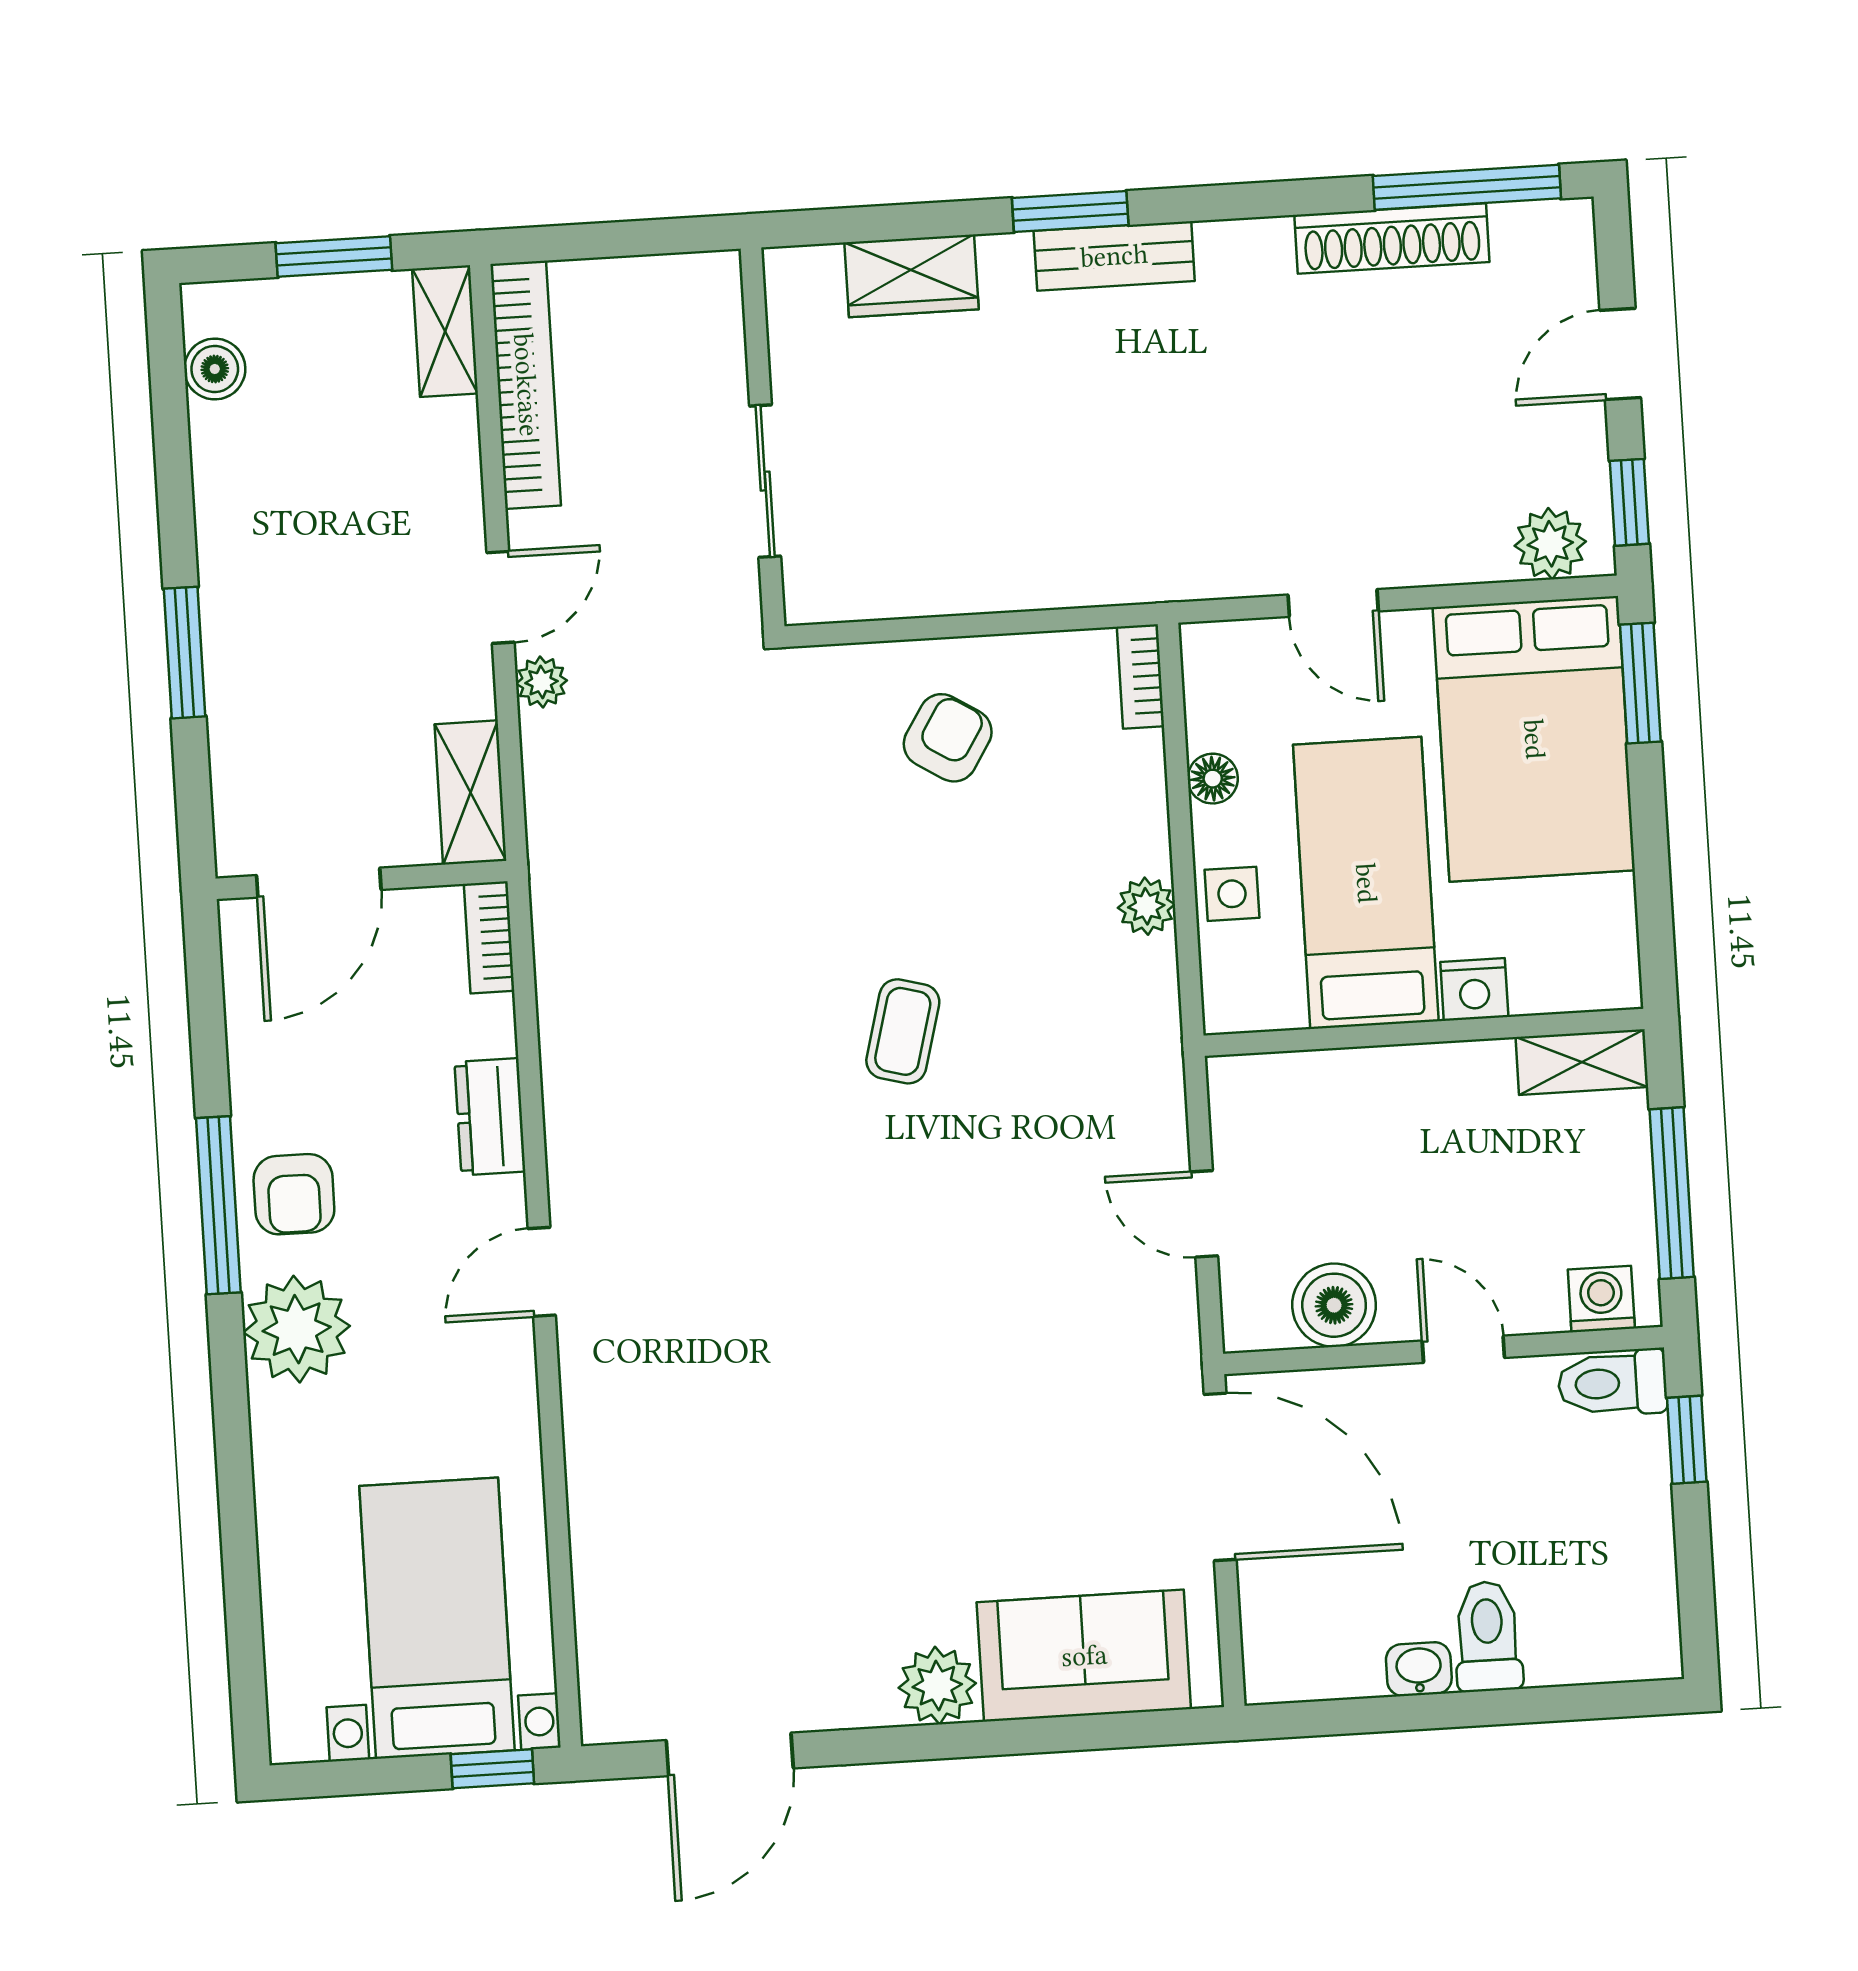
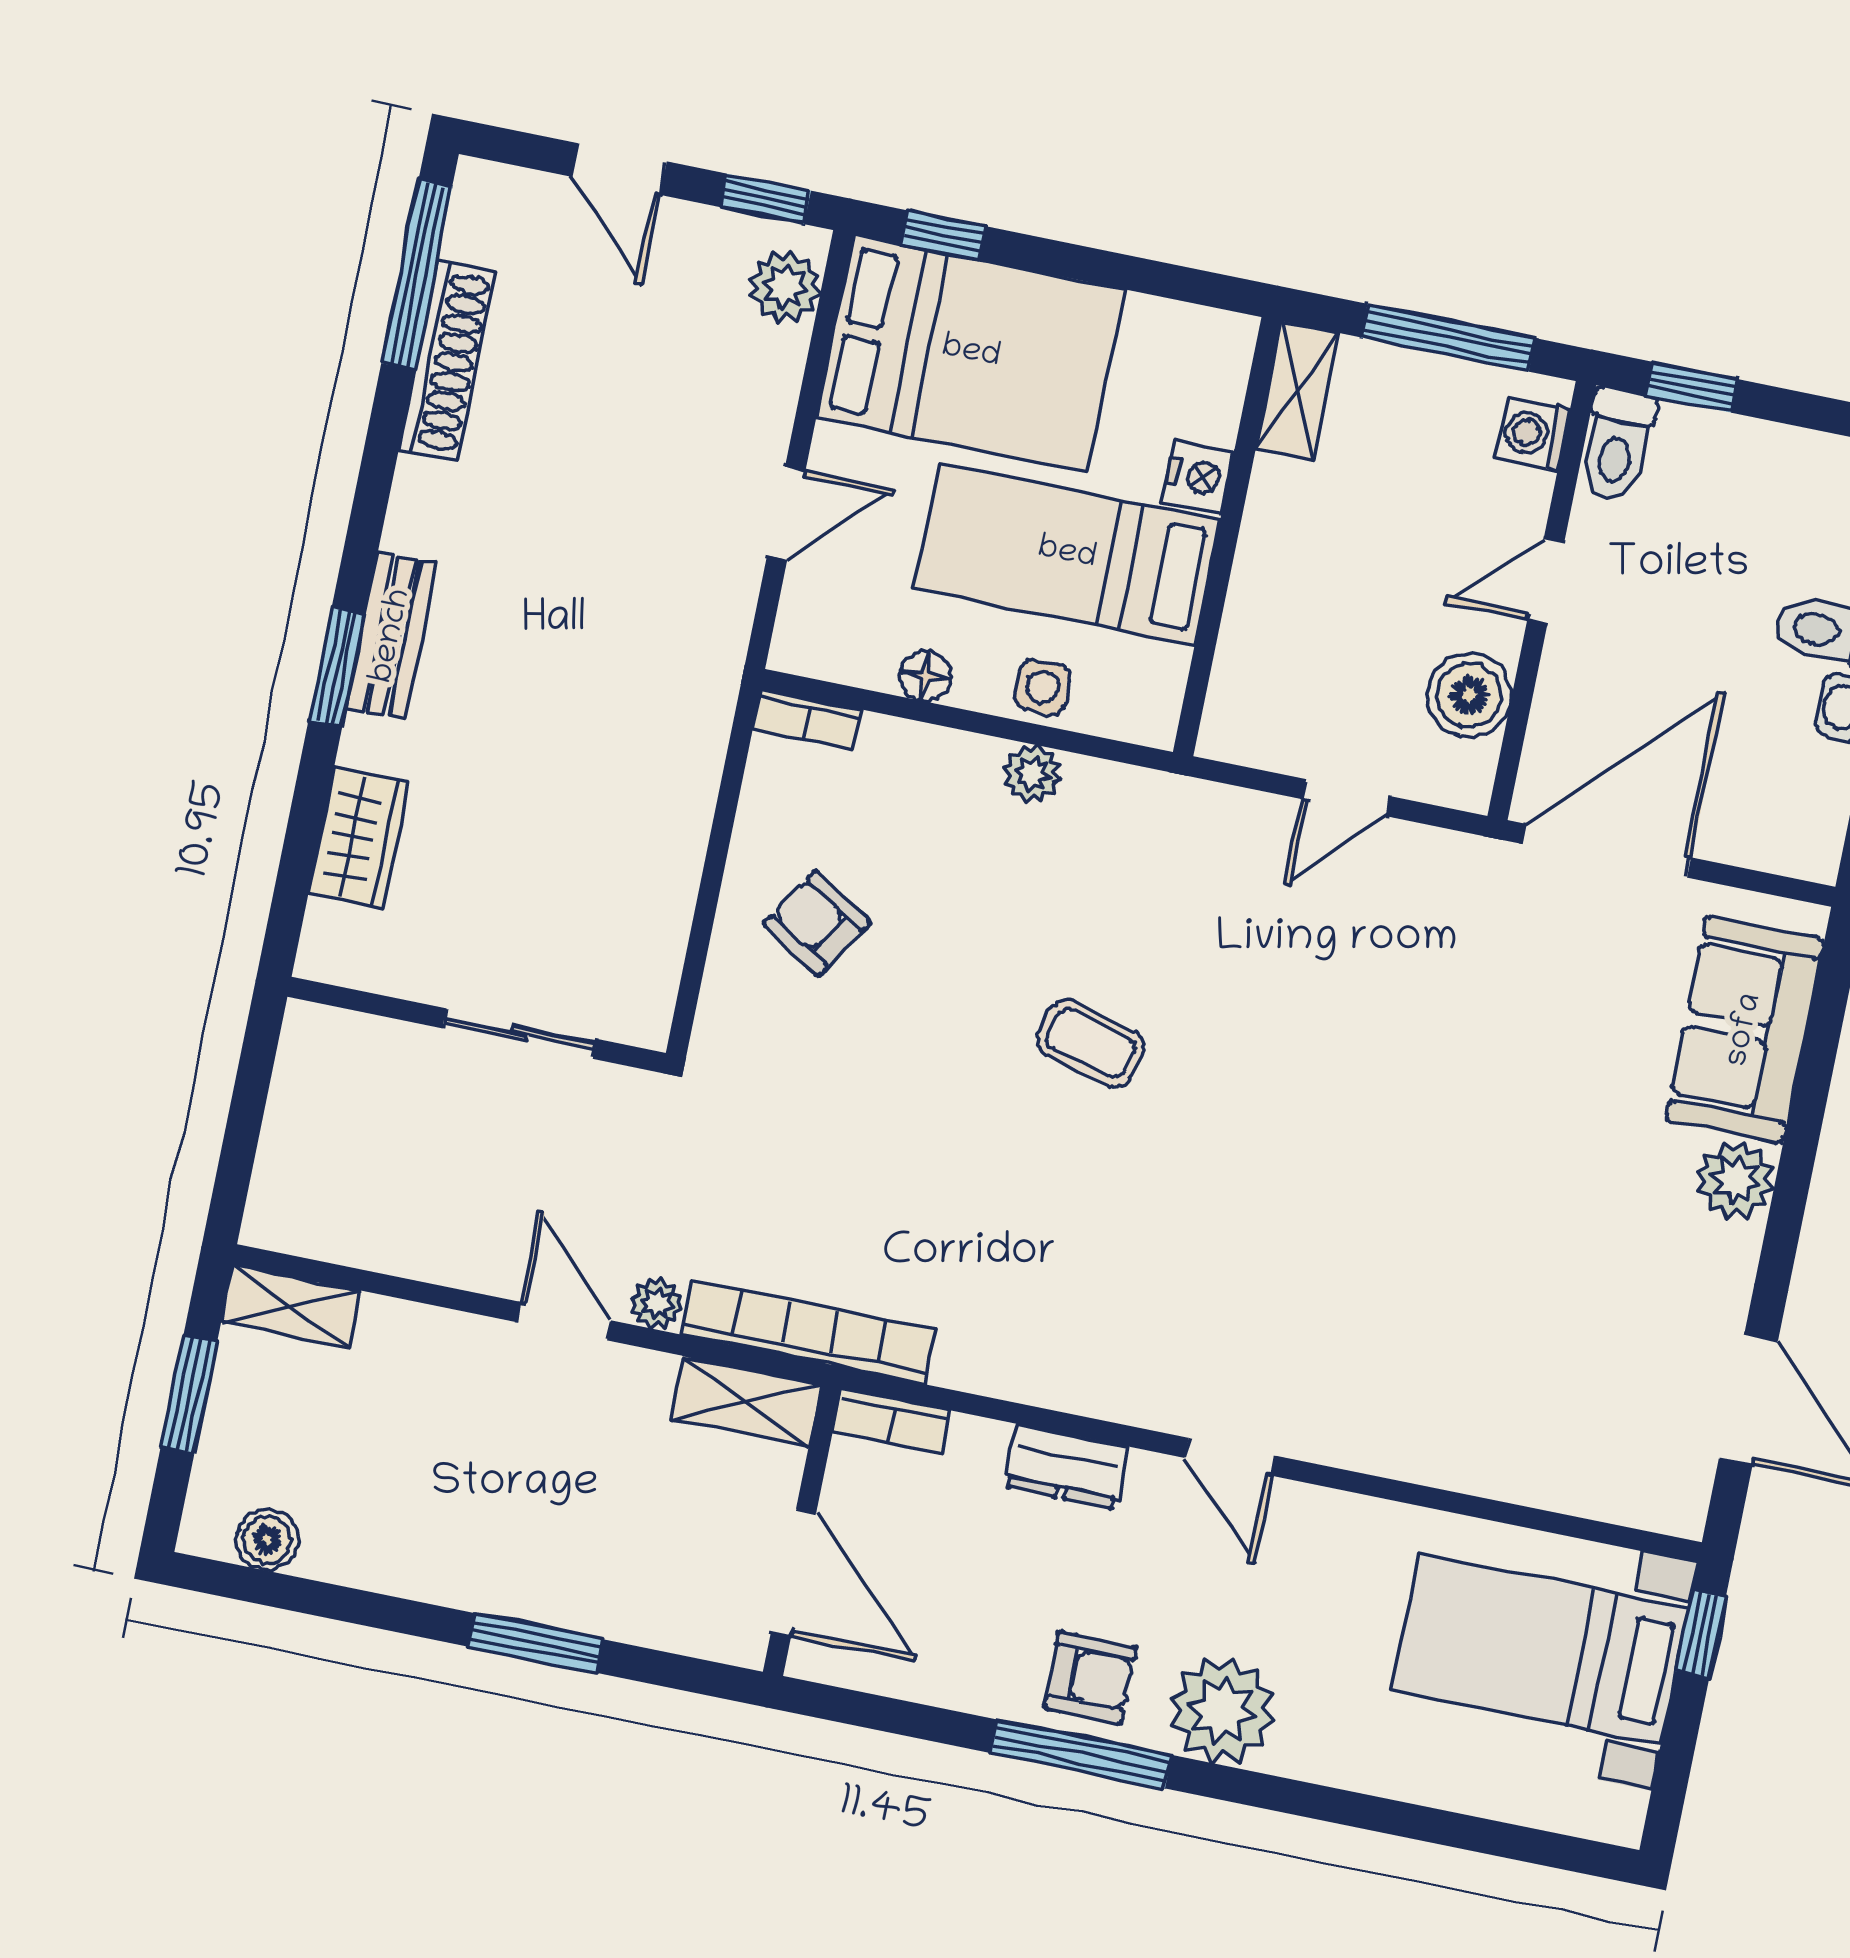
bookcase: (526, 385) -> (809, 1332), moved
window: (1640, 683) -> (944, 235), width x0.67

